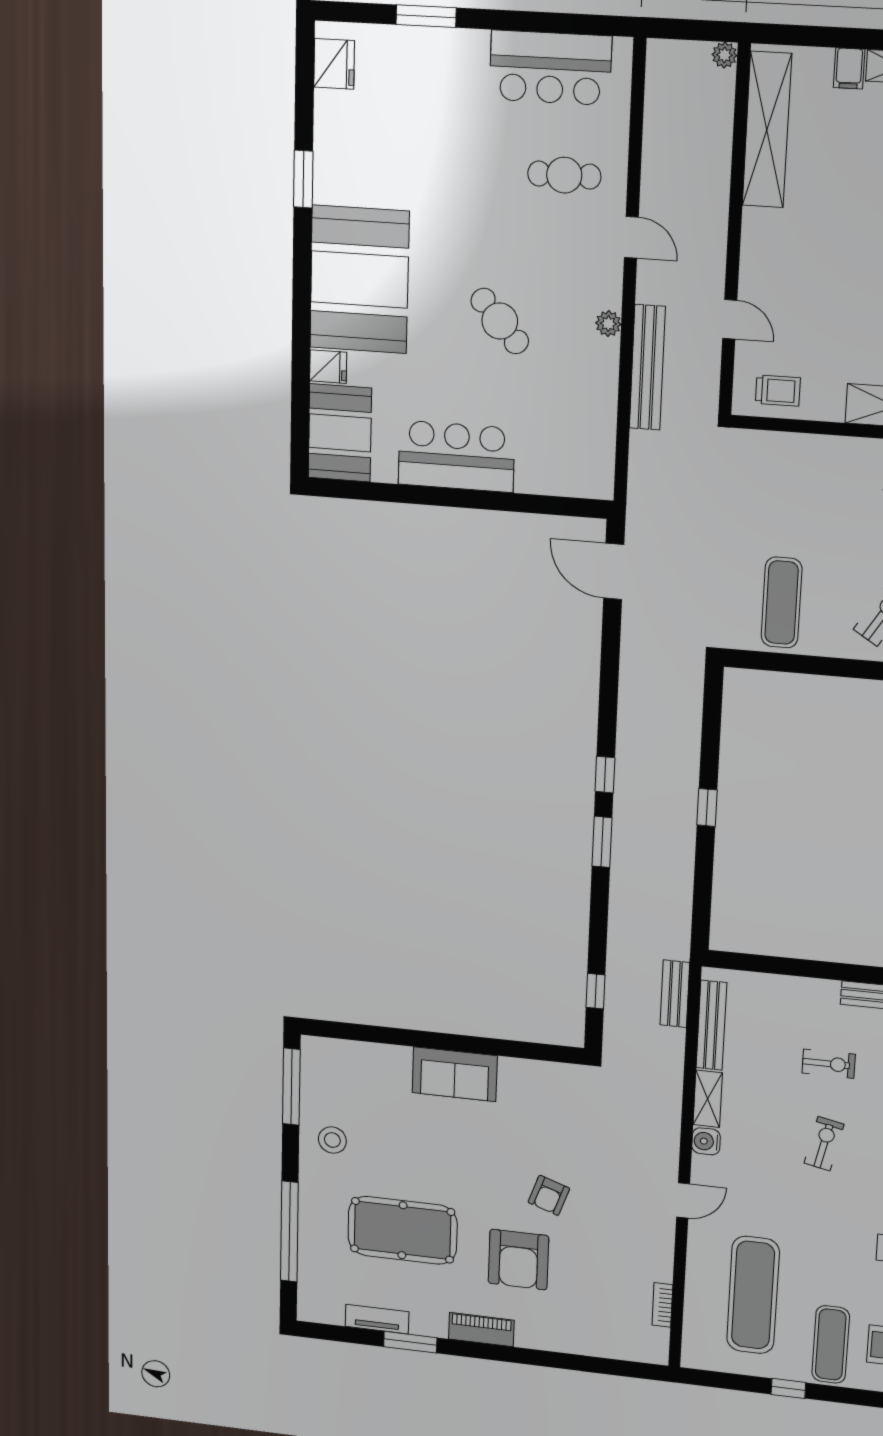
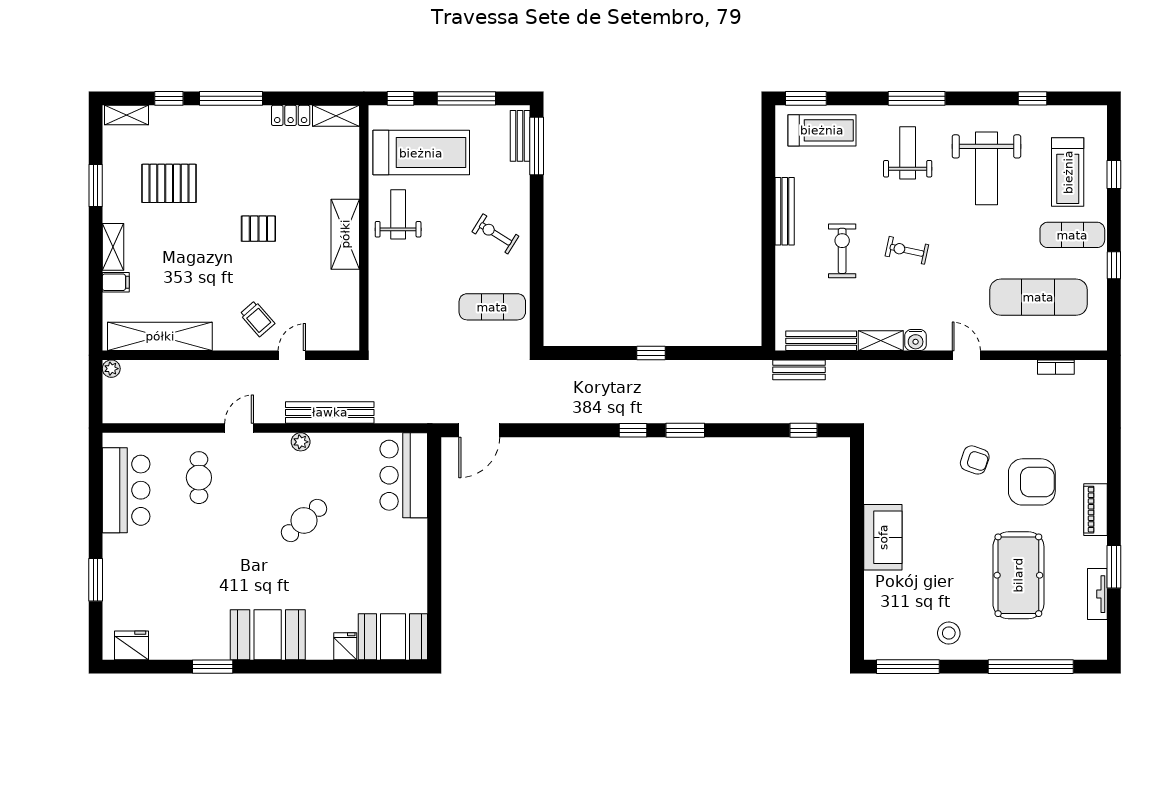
booth: (359, 280) -> (268, 635), width x0.73, depth x0.70
trolley: (778, 391) -> (257, 319), moved, turned 139
bar counter: (456, 456) -> (404, 475), moved
exercise bike: (829, 1064) -> (842, 251), width x1.38, depth x1.39

